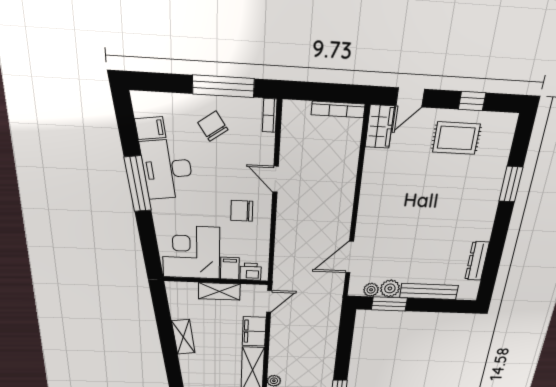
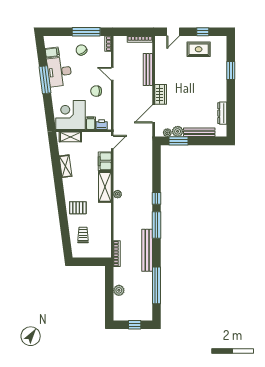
wardrobe: (380, 127) -> (161, 94), moved
bench: (348, 174) -> (148, 69), added
shelving: (219, 291) -> (70, 137), moved

